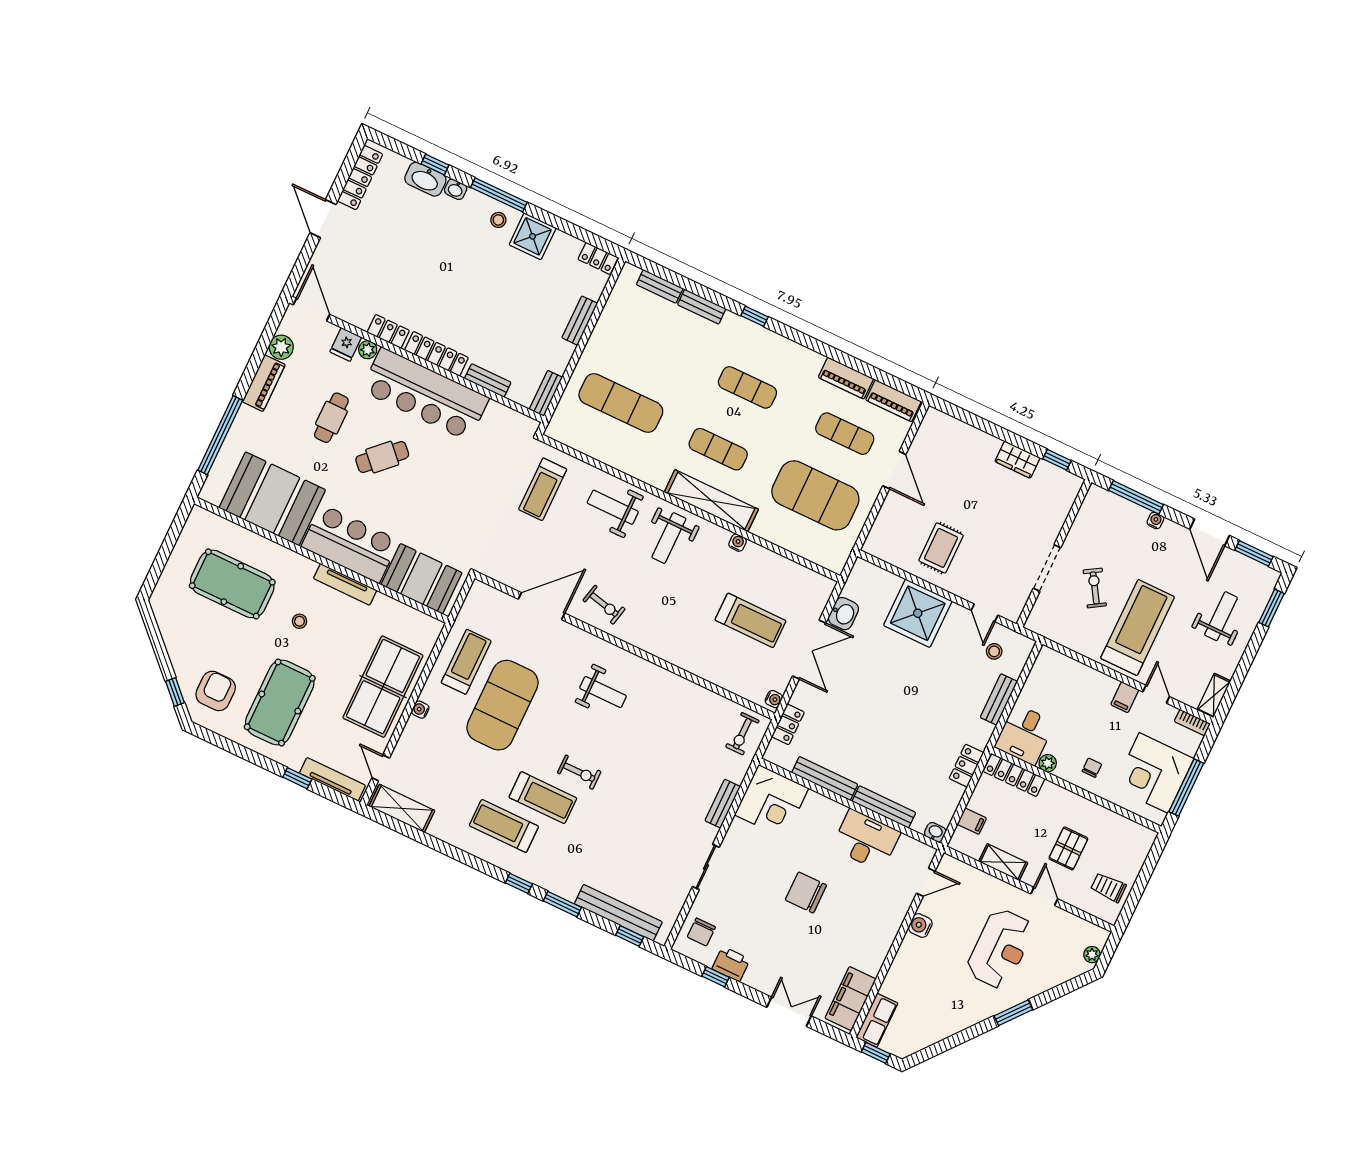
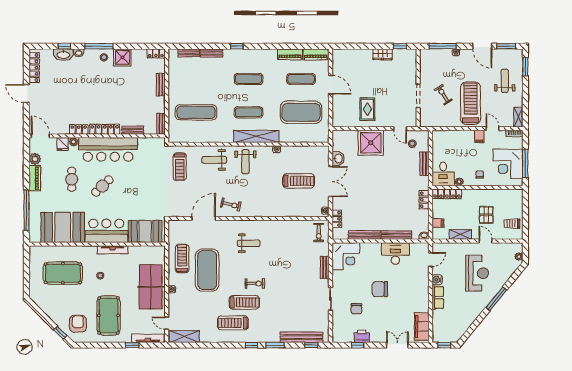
chair: (701, 932) -> (356, 309), moved
window: (1013, 1013) -> (496, 299), width x1.44
row of seats: (877, 1020) -> (438, 298), moved

